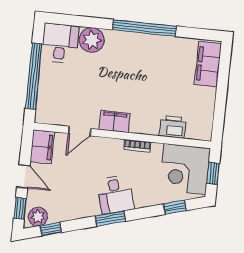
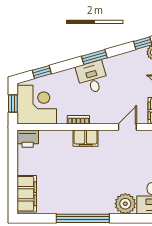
filing cabinet: (115, 121) -> (86, 138), moved
printer: (173, 127) -> (28, 139), moved

